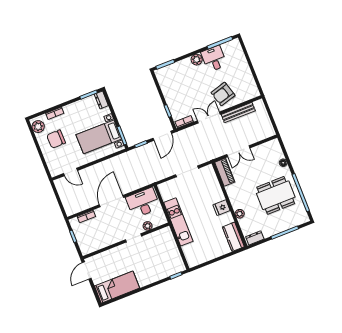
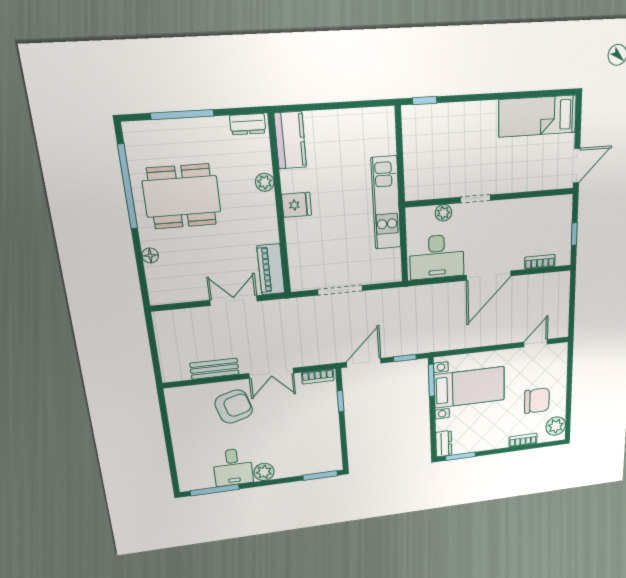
bench: (238, 113) -> (215, 369), width x0.73
door: (70, 172) -> (536, 343), hinge flipped

